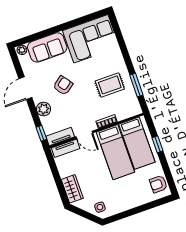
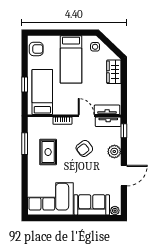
armchair: (63, 85) -> (84, 148), moved
rug: (110, 85) -> (48, 152), turned 90
bed: (115, 152) -> (71, 59), moved, turned 180

